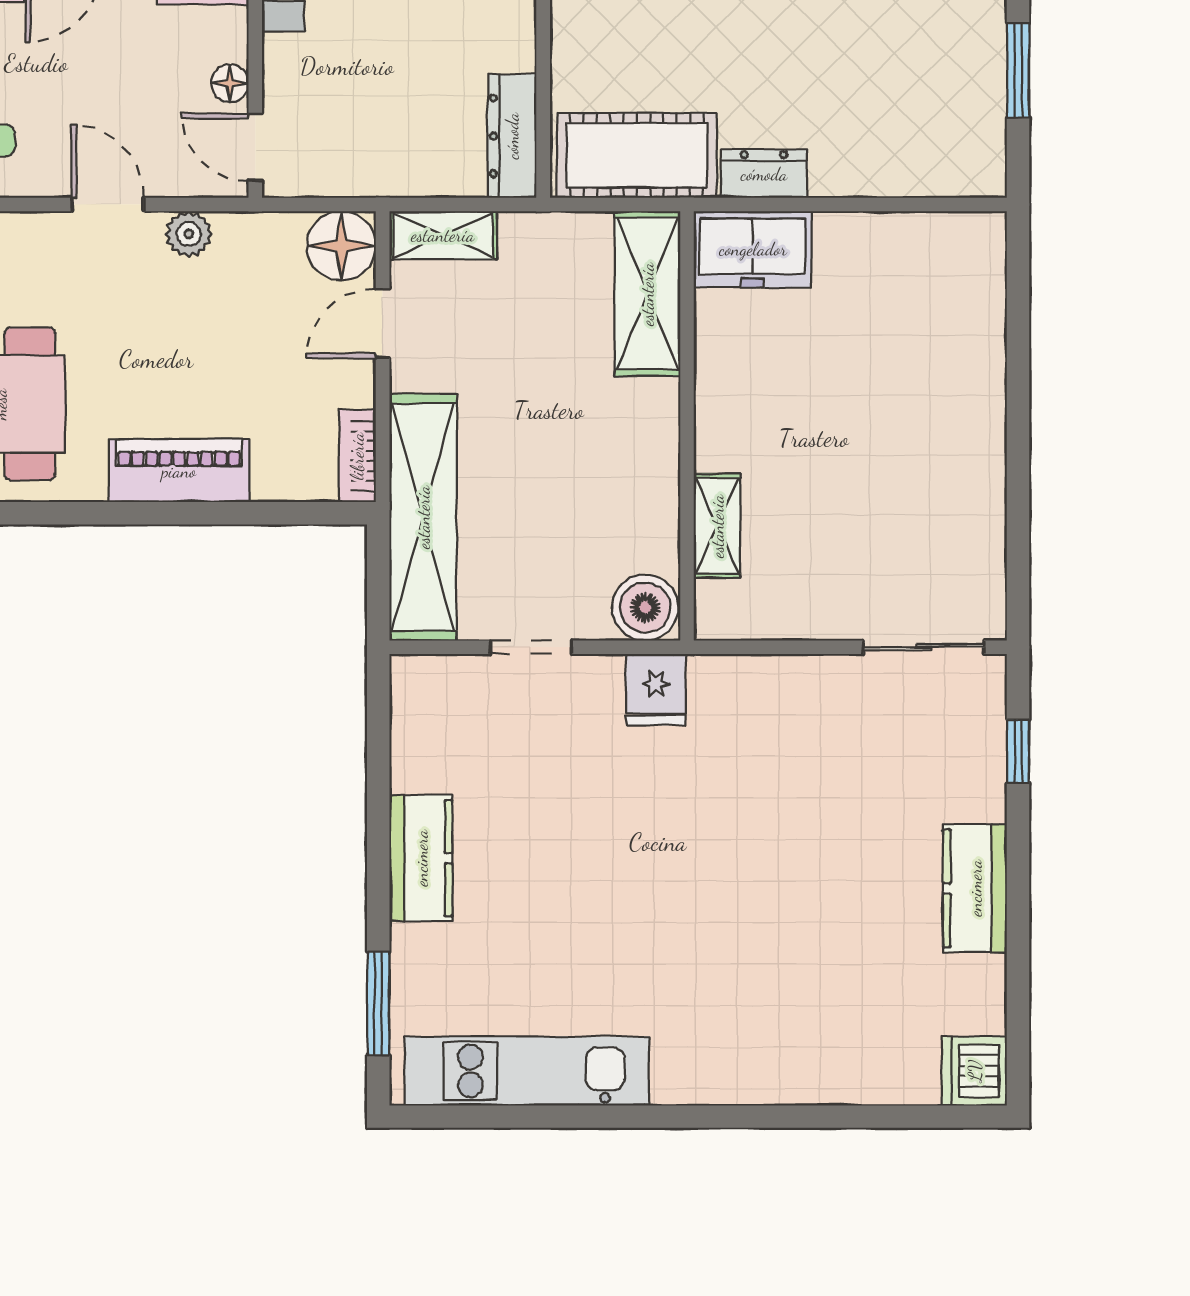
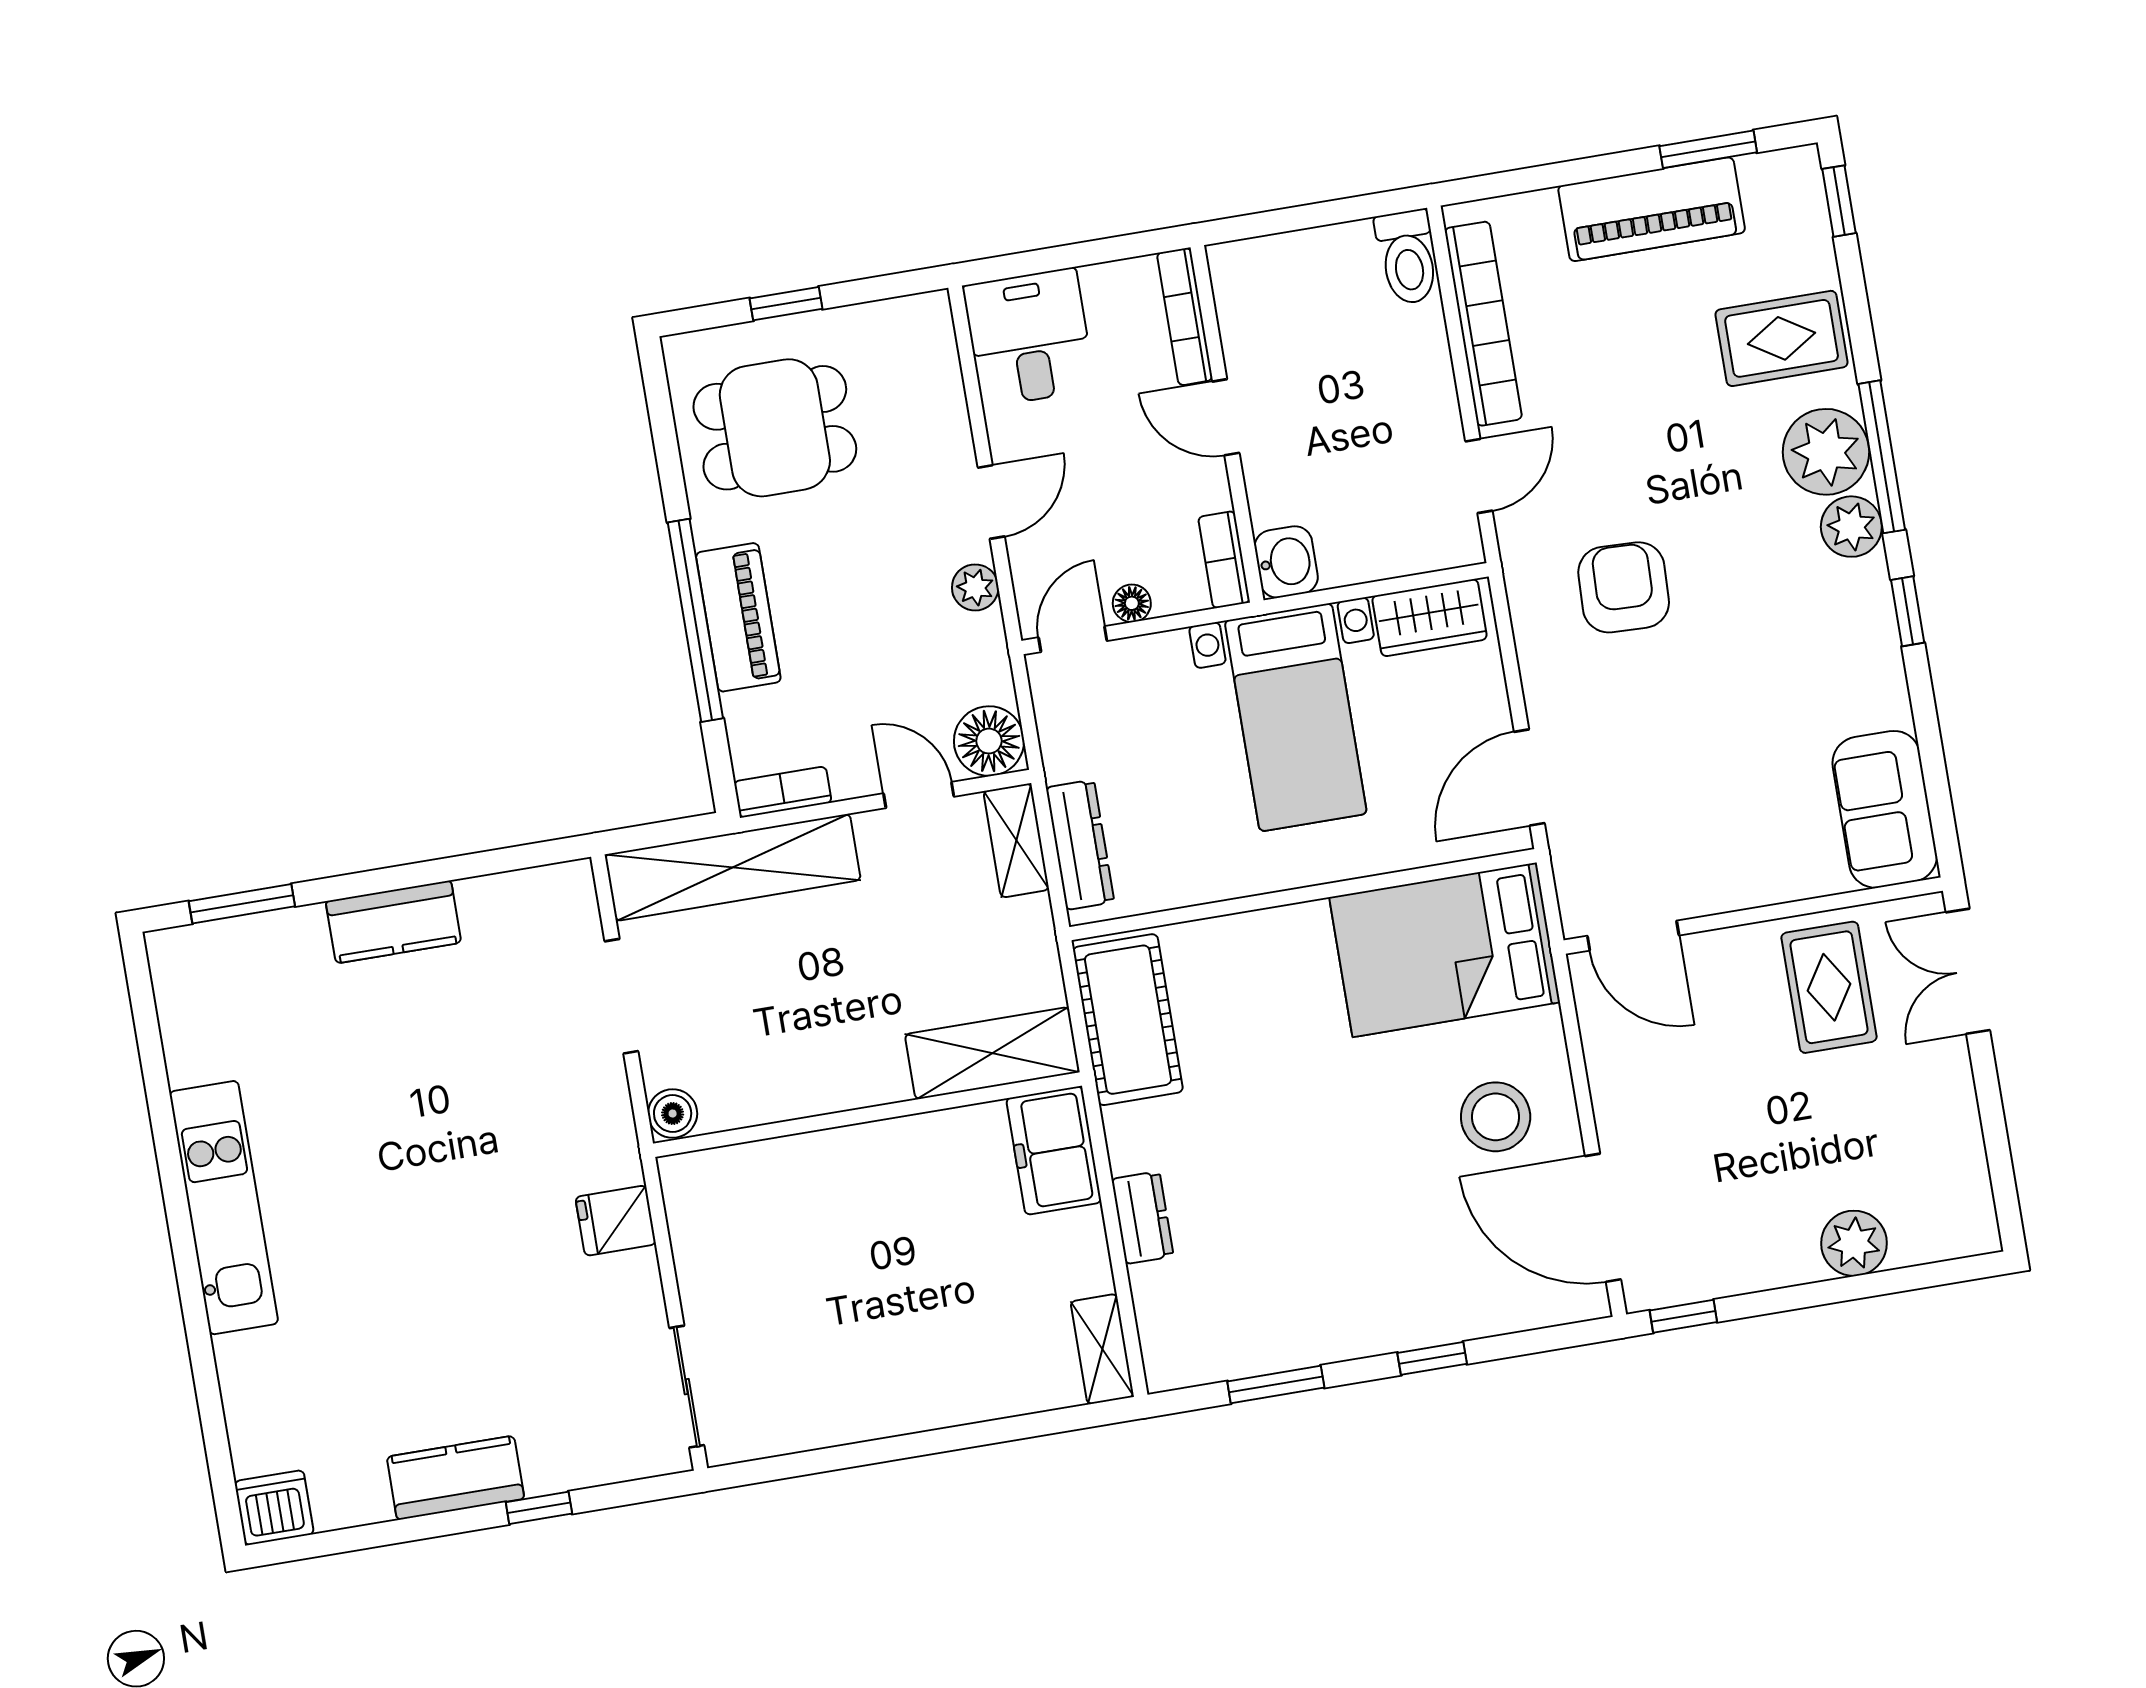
dresser: (512, 136) -> (1080, 845), moved, turned 90
dresser: (764, 174) -> (1142, 1218), moved
window: (175, 513) -> (695, 620), added
shelving: (717, 526) -> (1102, 1349), moved, turned 90
boiler: (645, 608) -> (673, 1114), width x0.73, depth x0.73
doorway: (531, 647) -> (621, 996), width x1.38
fridge: (656, 690) -> (616, 1221), moved
window: (1018, 751) -> (539, 1508), moved
kitchen unit: (527, 1071) -> (224, 1208), moved

